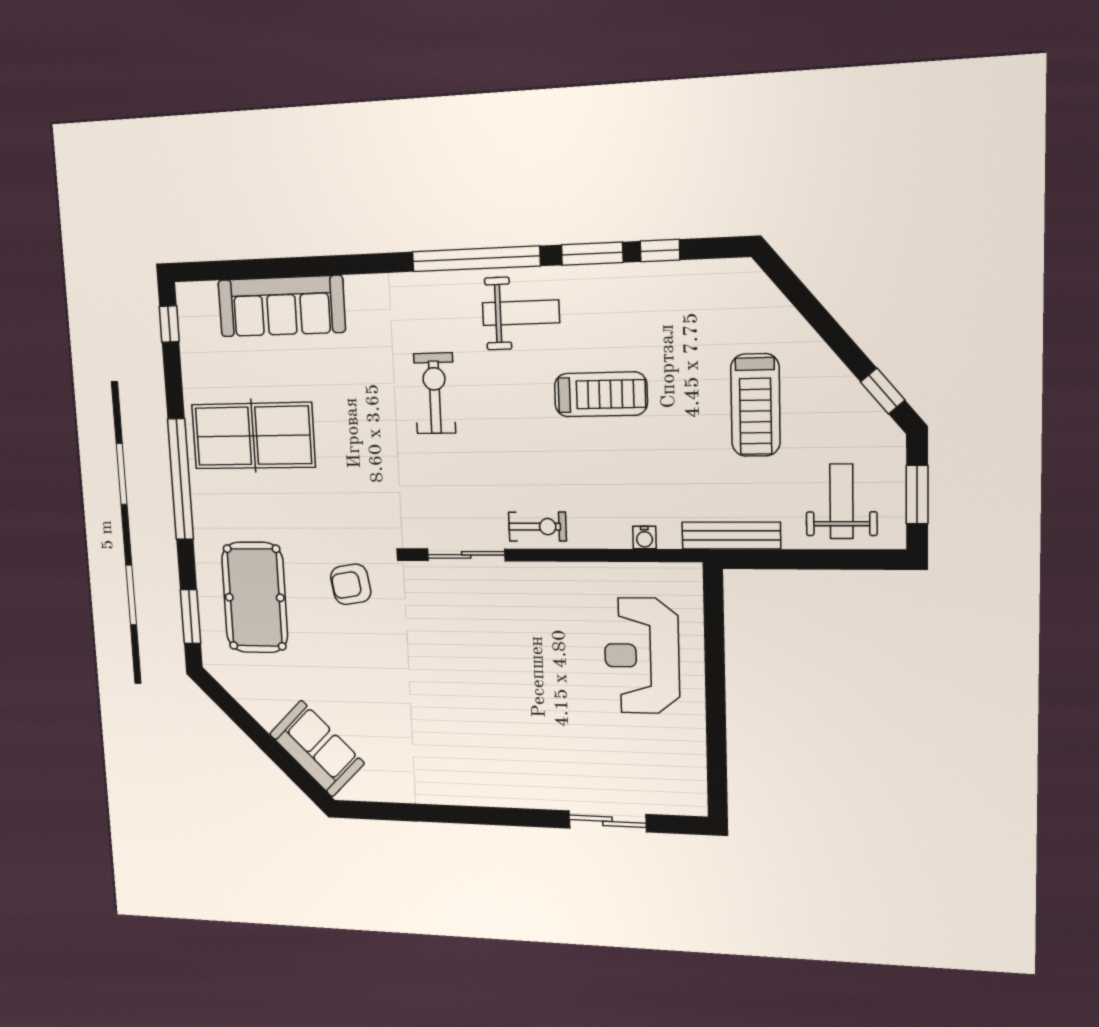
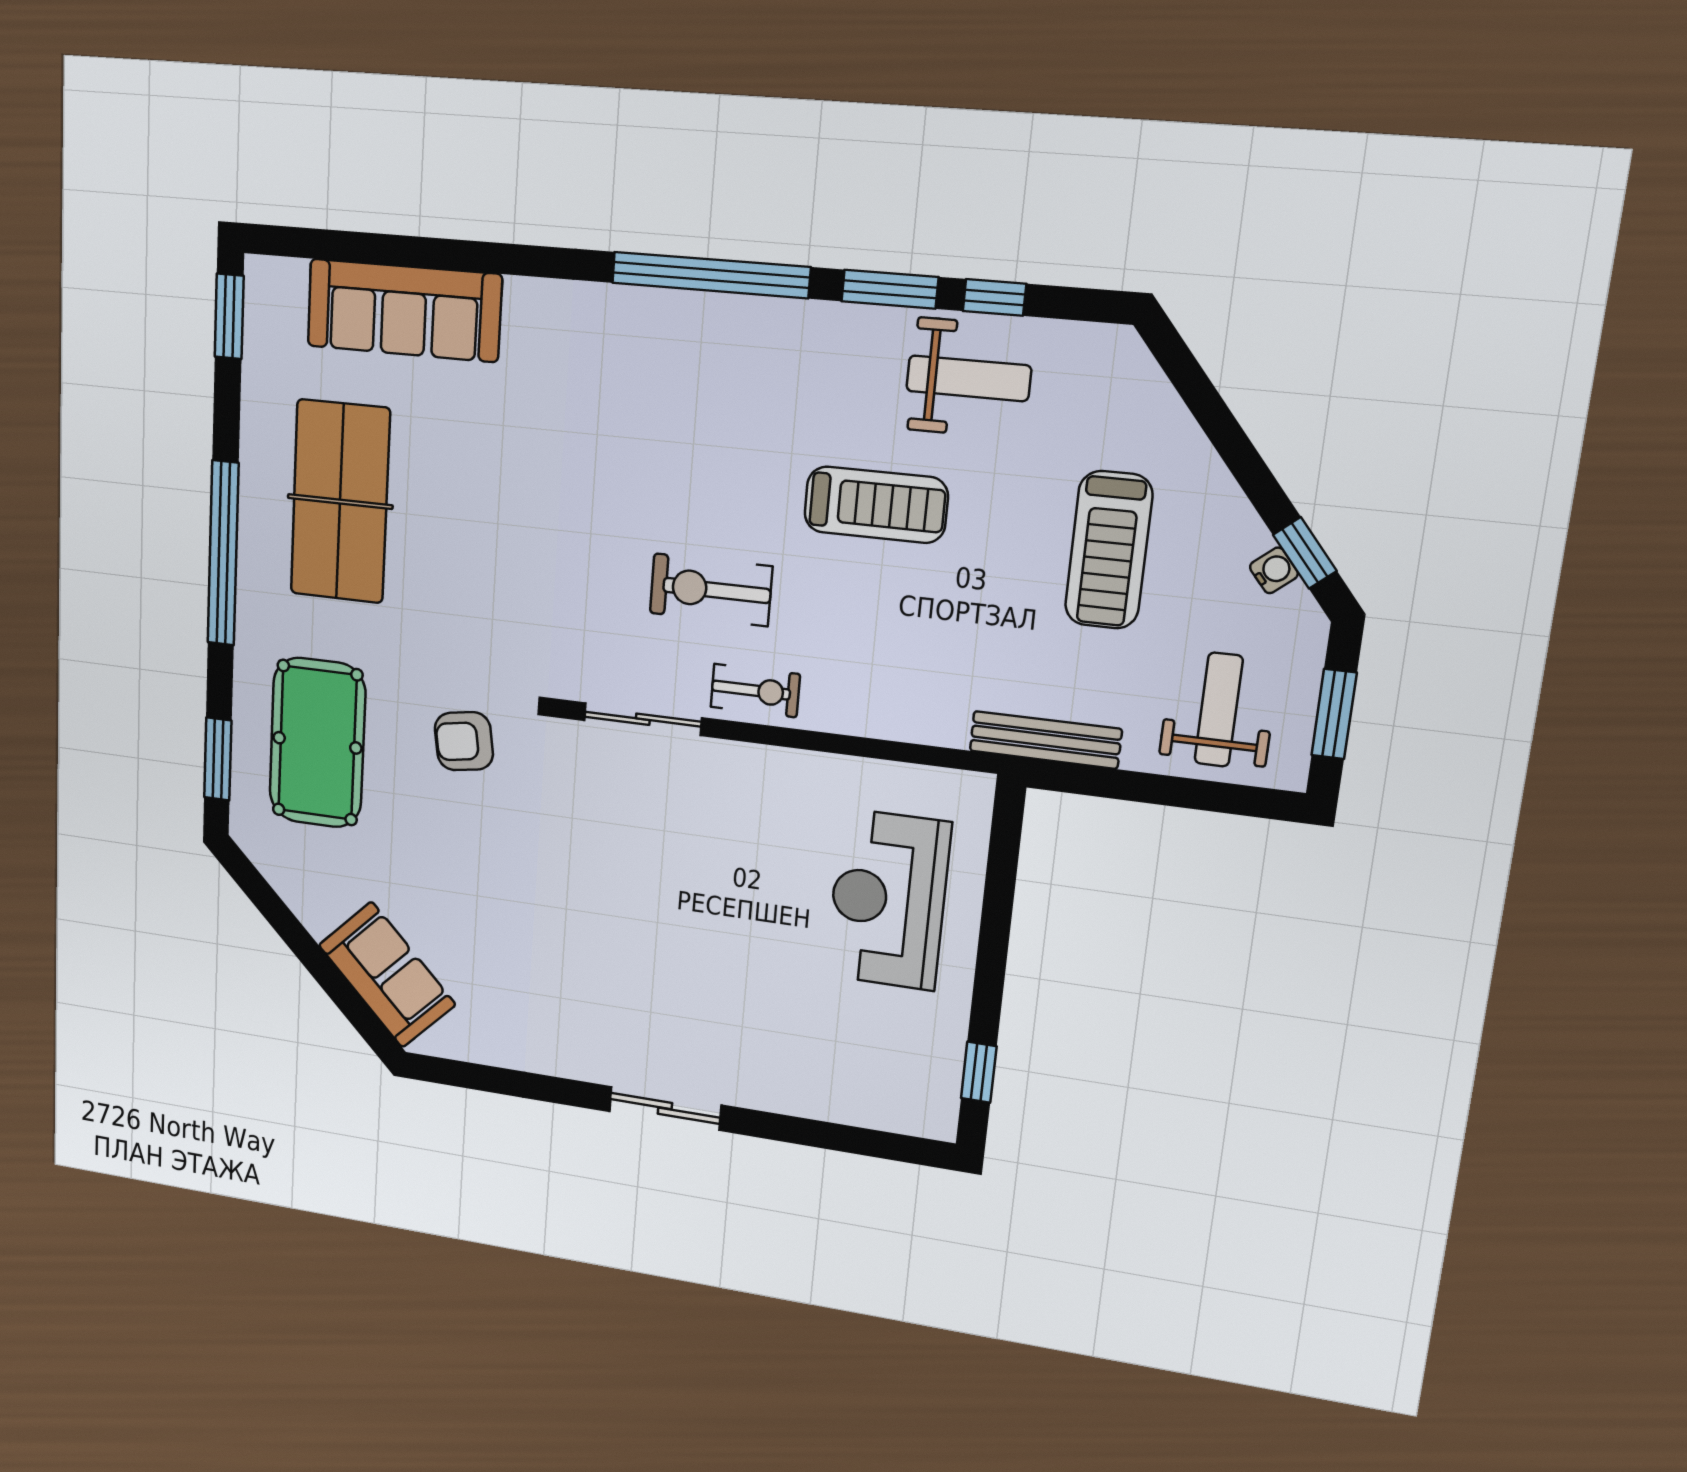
weight bench: (521, 313) -> (969, 378), moved
window: (169, 324) -> (229, 316), width x1.50
exercise bike: (435, 393) -> (711, 590), moved, turned -90
table tennis table: (253, 436) -> (340, 502), turned 90
water cooler: (645, 538) -> (1274, 570), moved, turned -130
window: (717, 766) -> (979, 1072), added
sliding door: (607, 821) -> (665, 1108), moved

